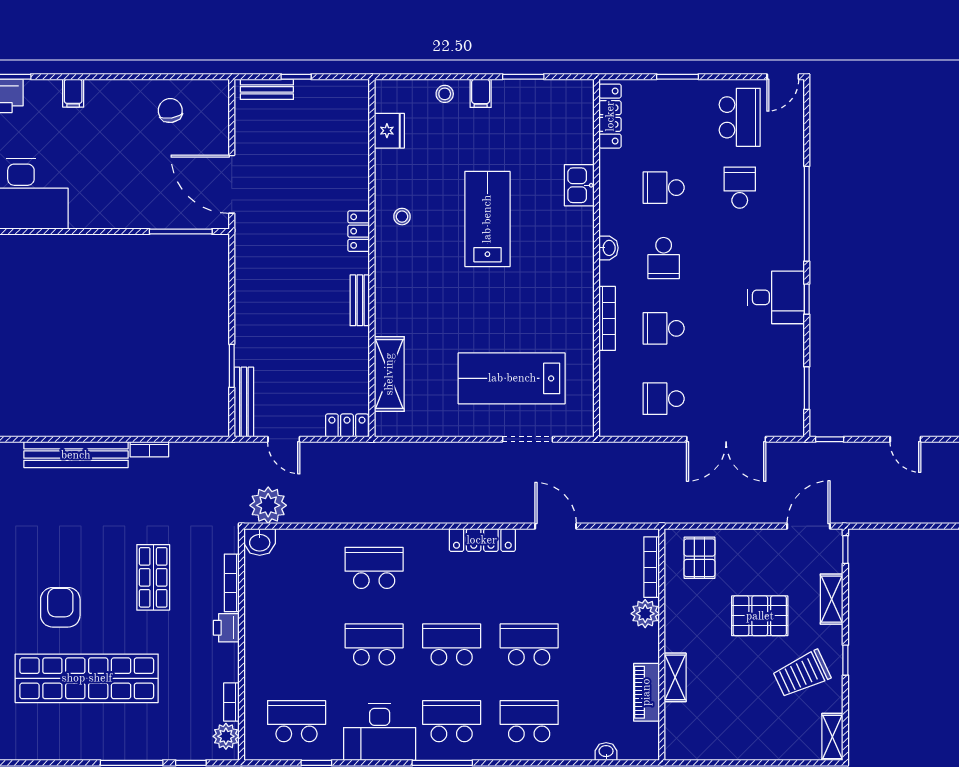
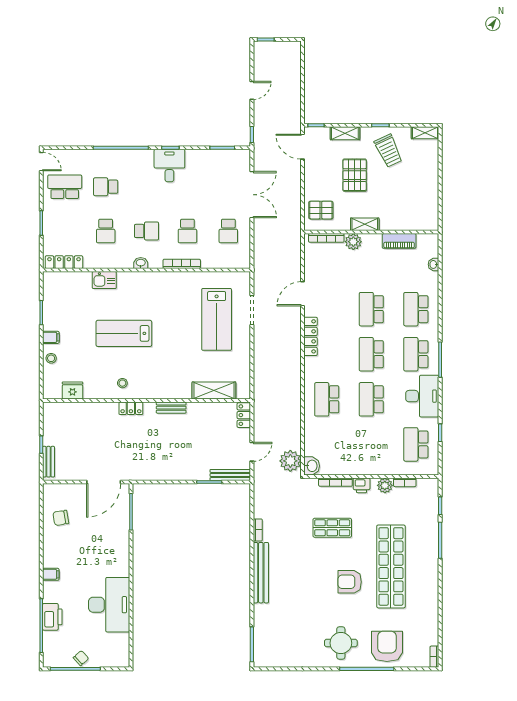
shelving: (675, 677) -> (365, 224), moved
plant: (226, 736) -> (385, 485), moved

